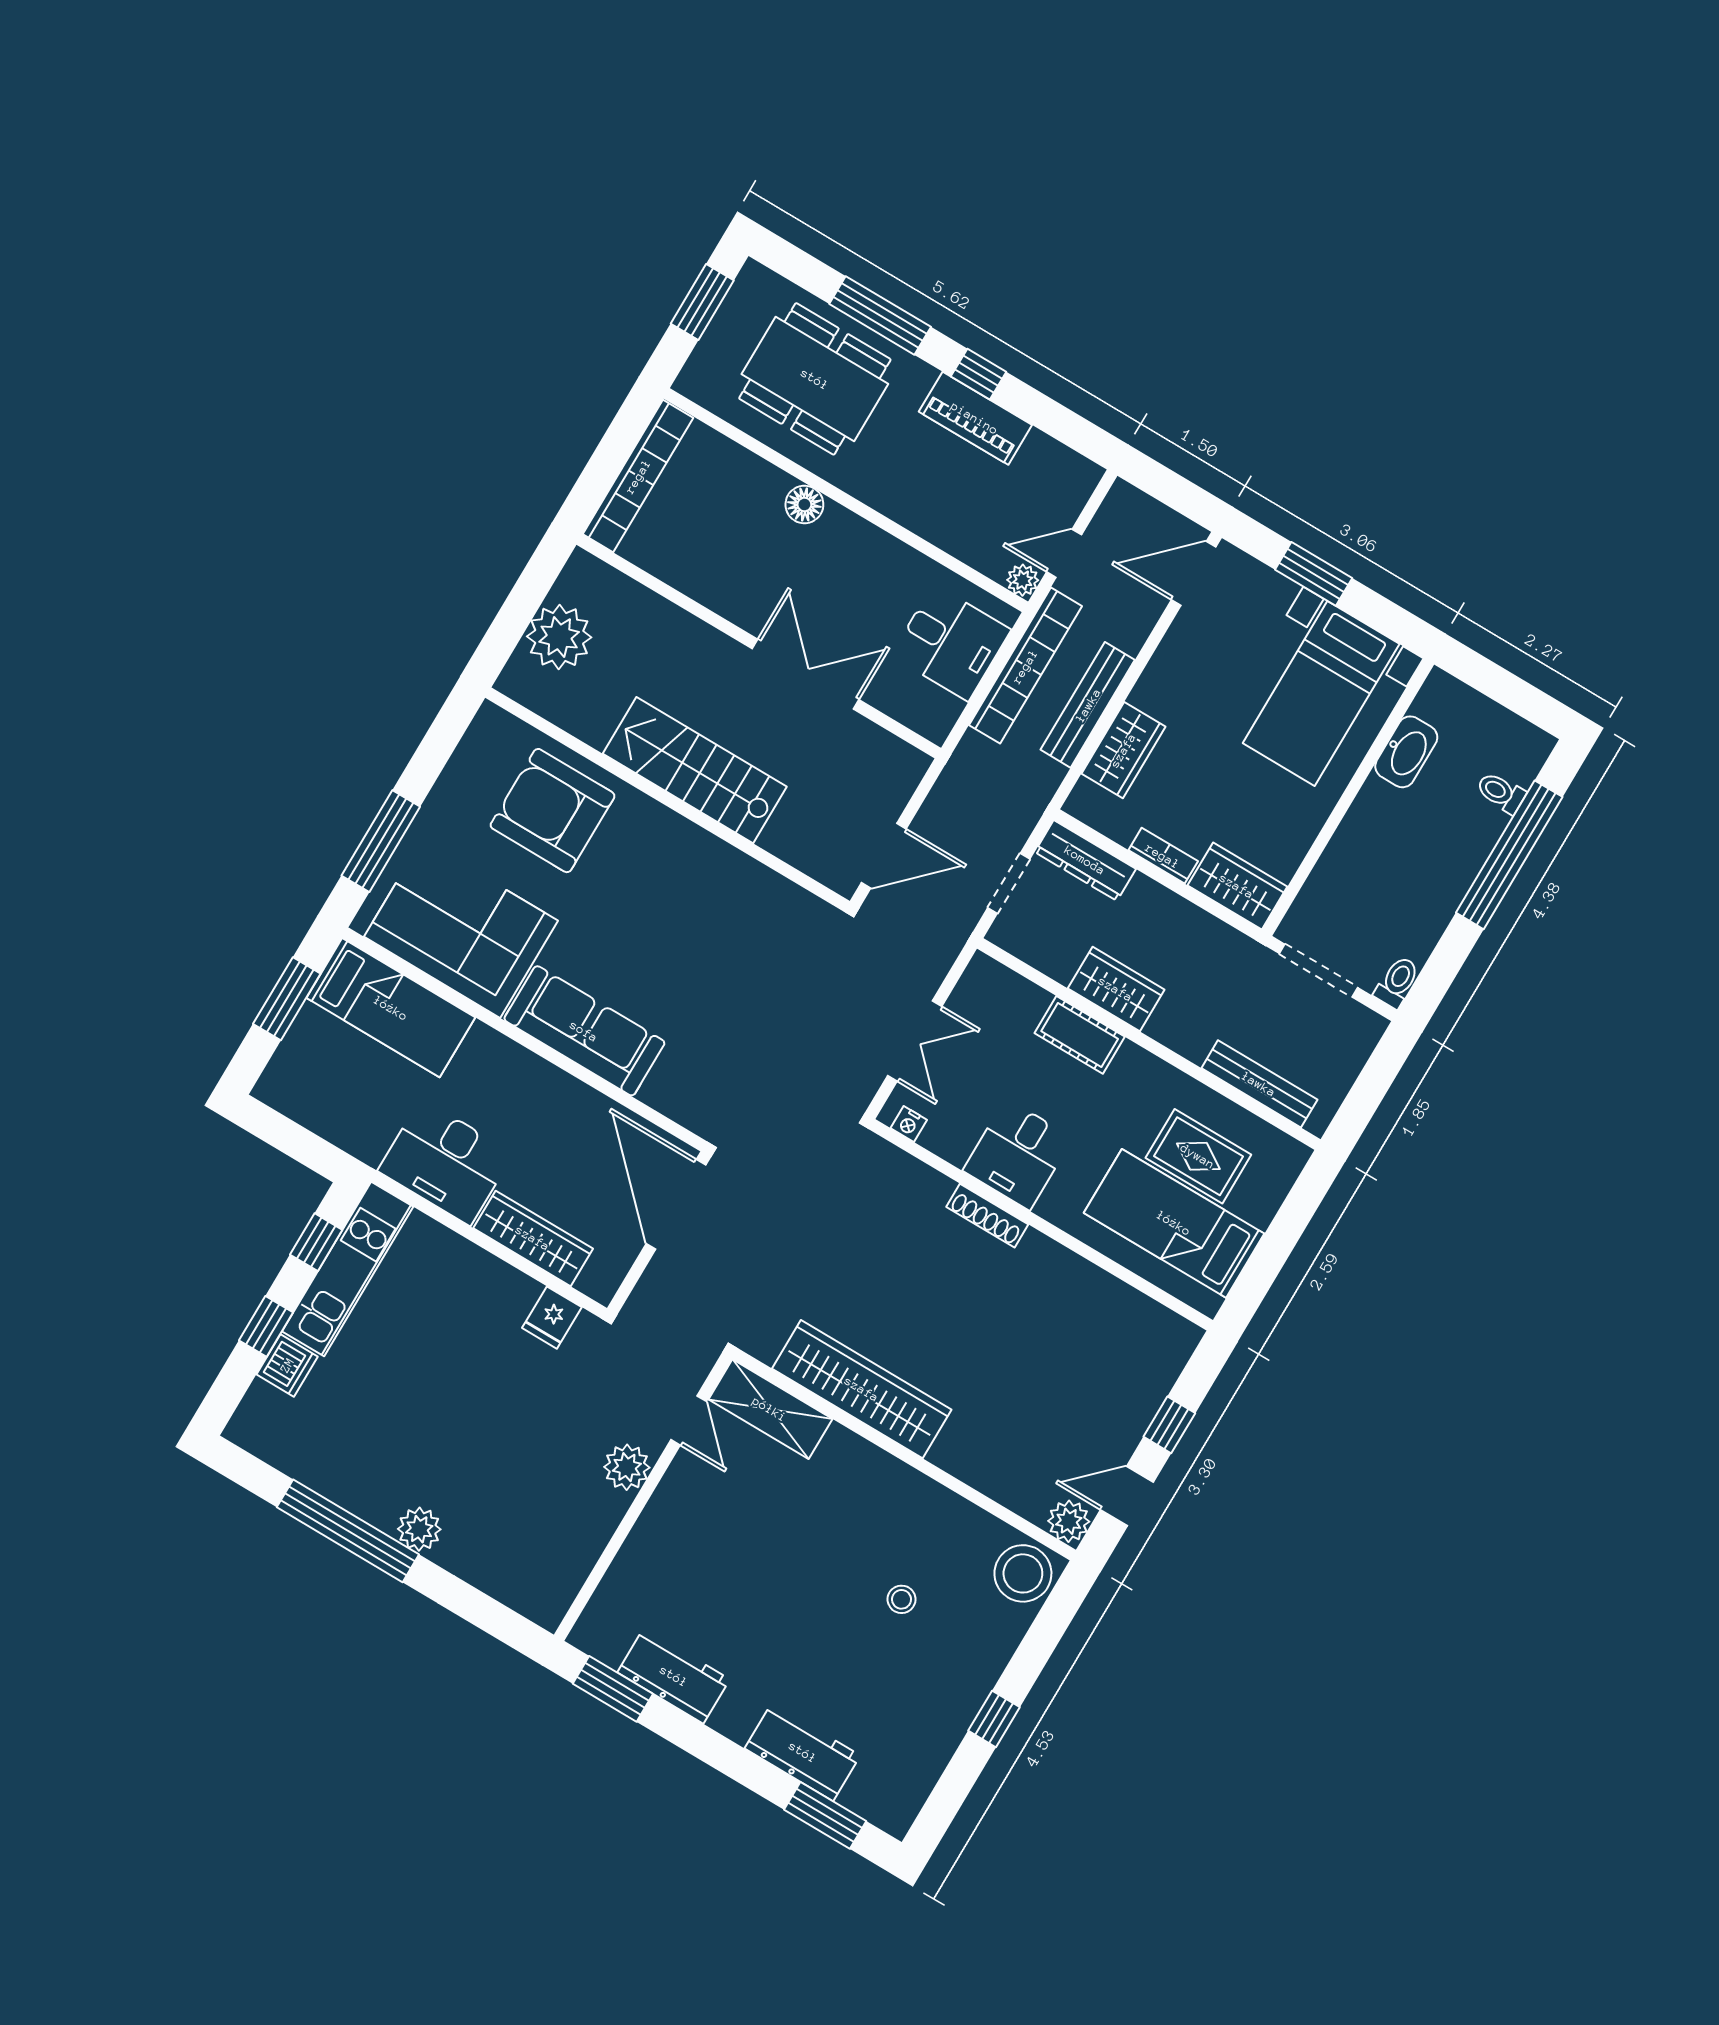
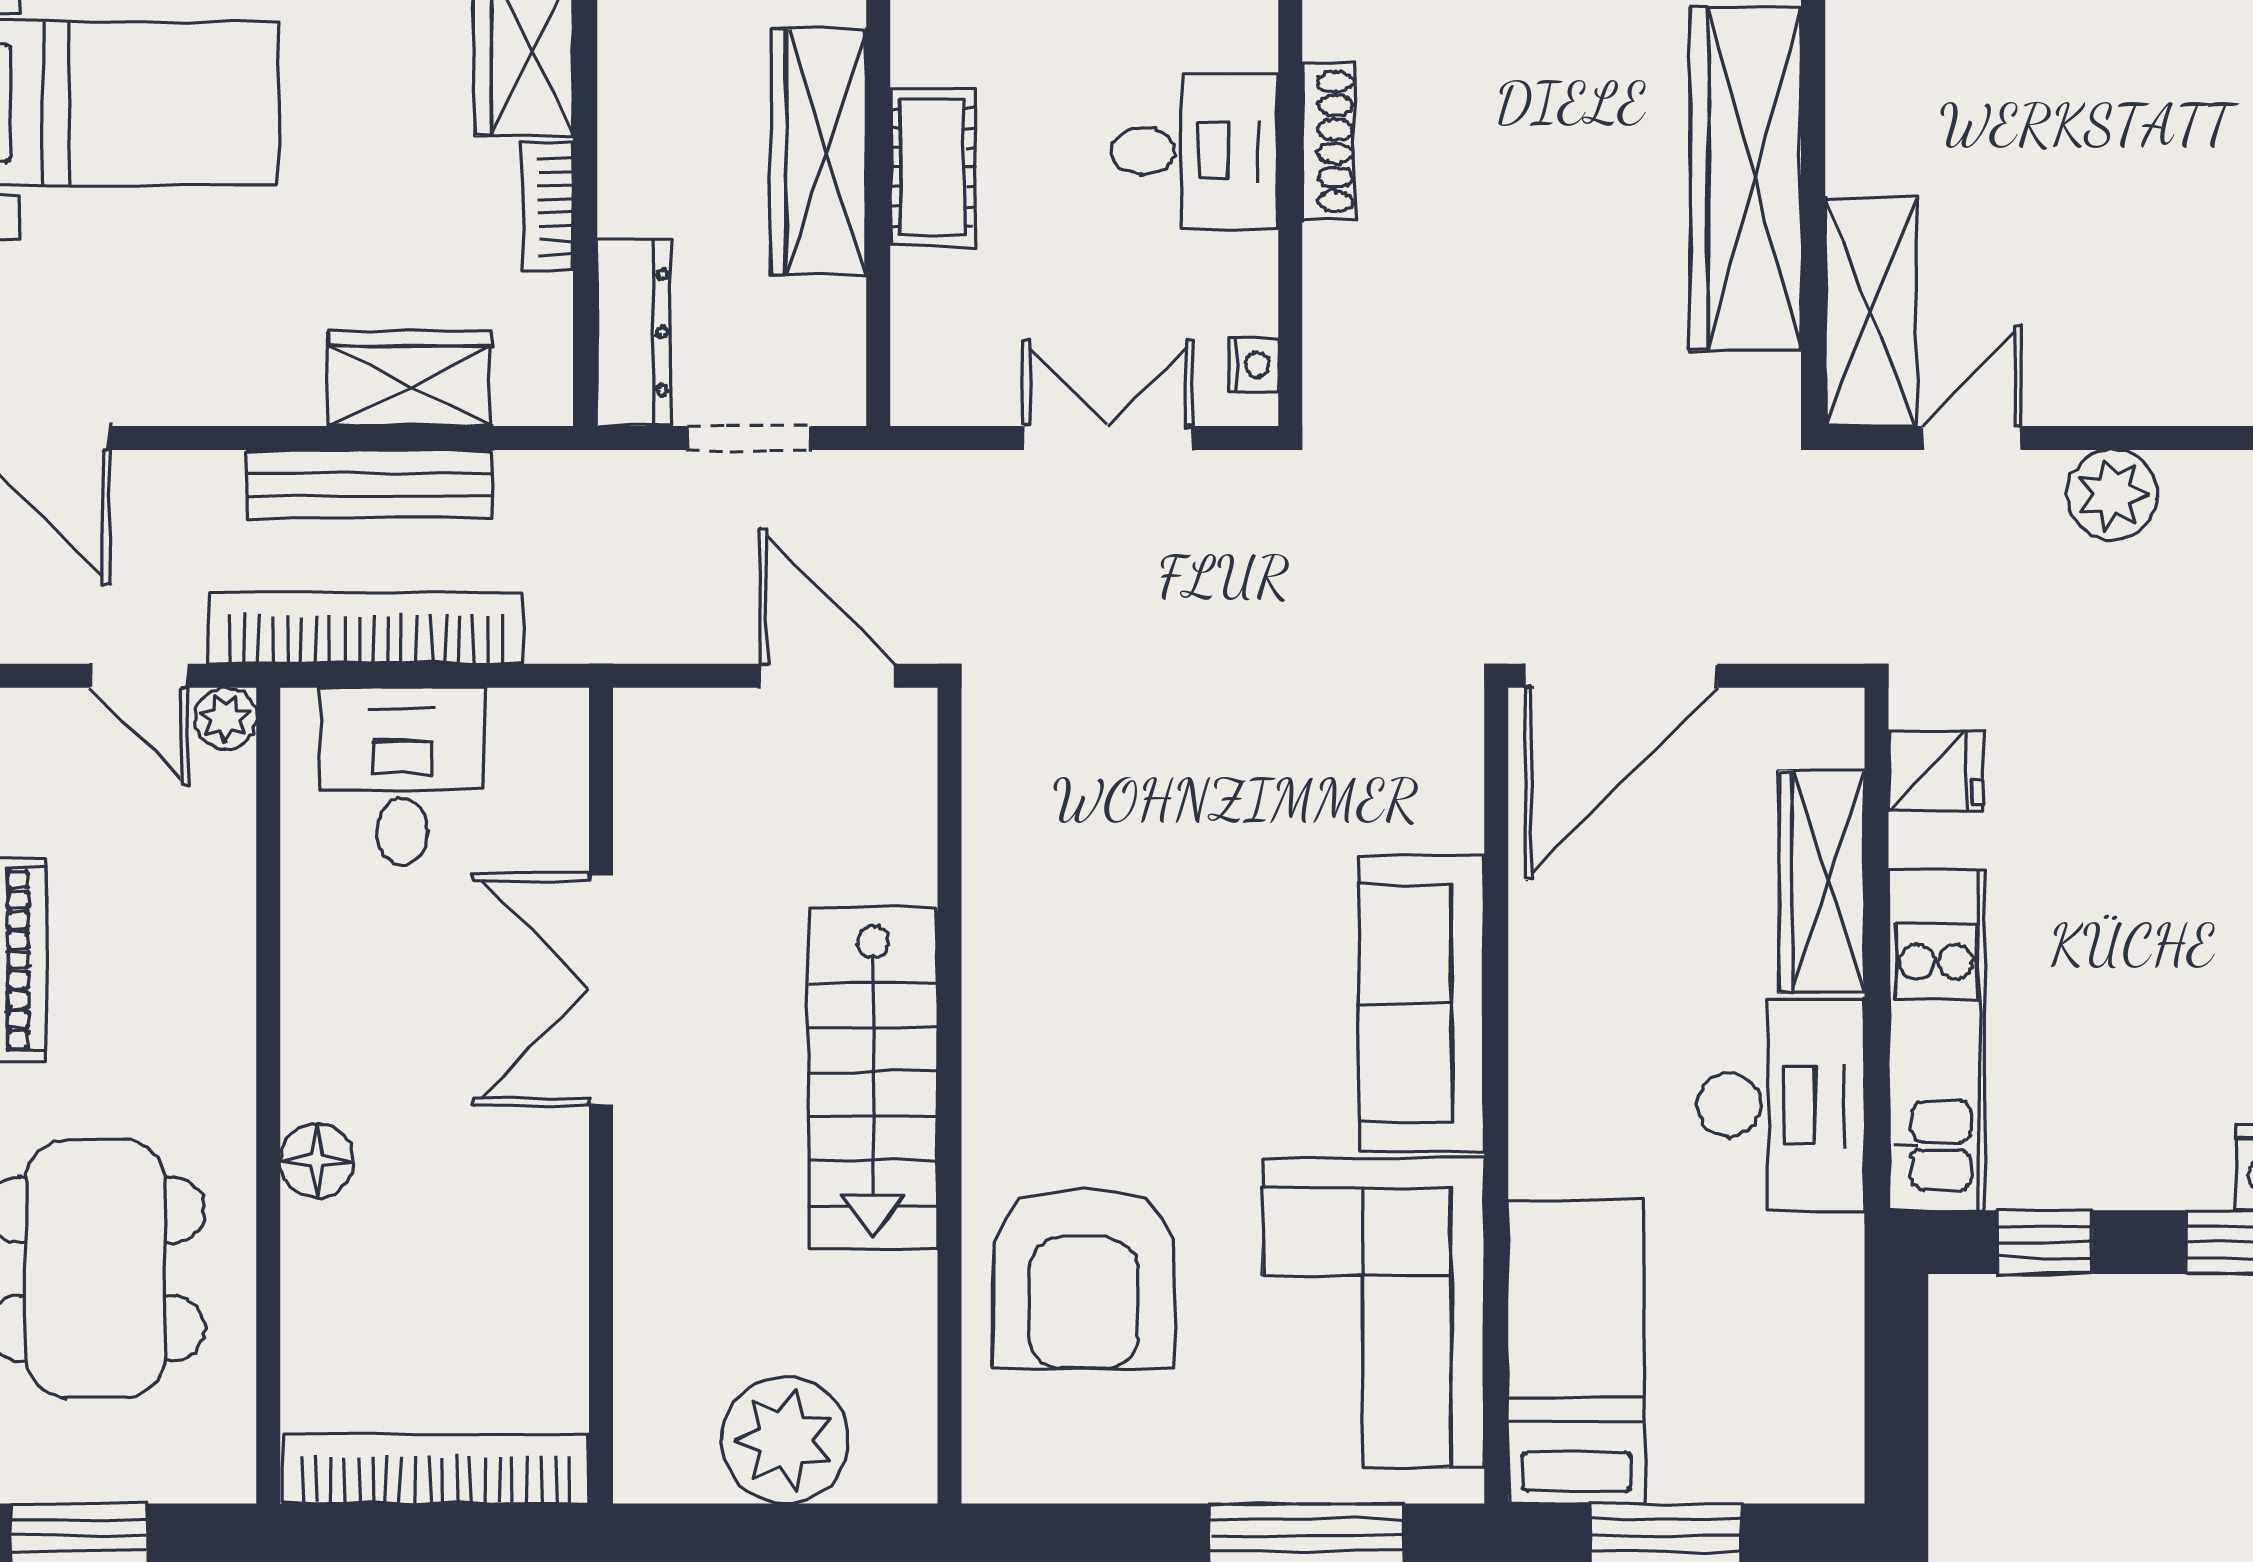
wardrobe: (1116, 989) -> (819, 152), width x1.50
kitchen unit: (348, 1269) -> (1936, 1040), moved, turned 90

